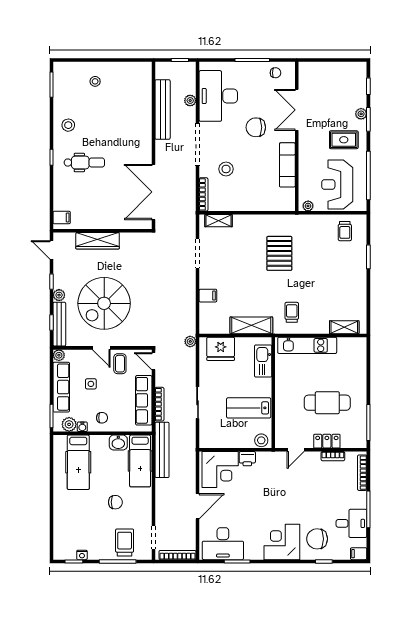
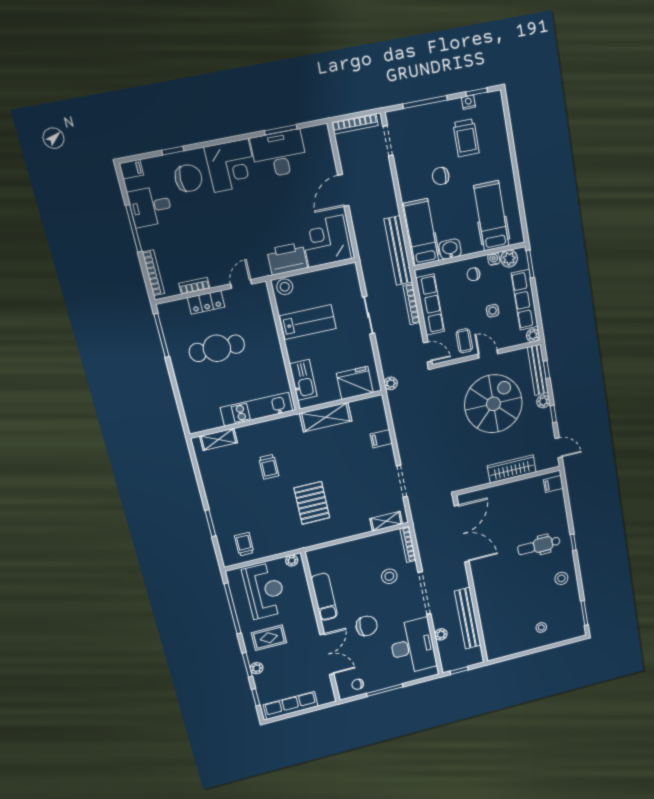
row of seats: (340, 69) -> (291, 705), added
trolley: (292, 312) -> (269, 467), moved
printer: (247, 459) -> (287, 259), width x1.87, depth x1.48
trolley: (125, 542) -> (466, 138), moved
desk: (223, 544) -> (279, 154), moved

